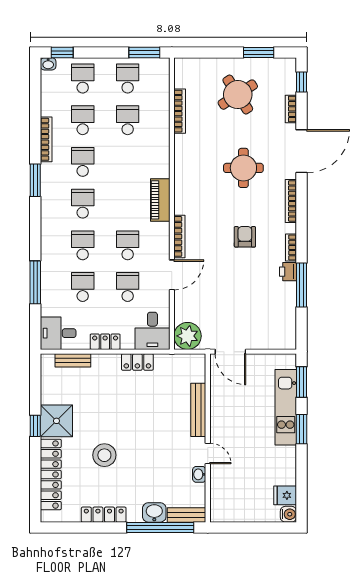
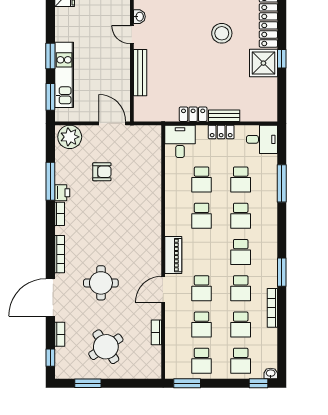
bookcase: (180, 111) -> (156, 332), width x0.64
school desk: (128, 162) -> (202, 288), added
bookcase: (179, 236) -> (157, 223), removed
armchair: (245, 237) -> (102, 172), moved, turned -90
door: (172, 275) -> (163, 289), moved
plant: (188, 336) -> (70, 137), moved
bench: (73, 360) -> (224, 116), moved

